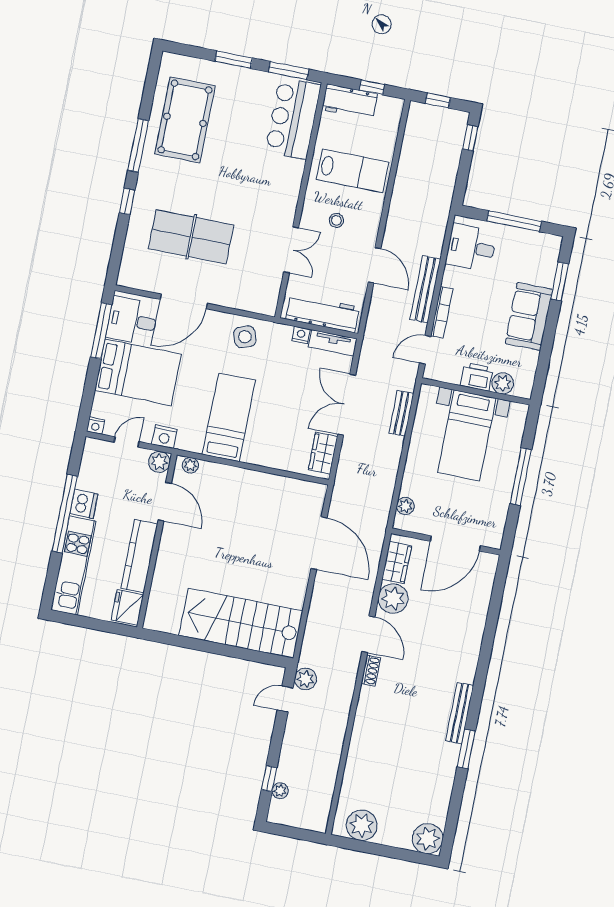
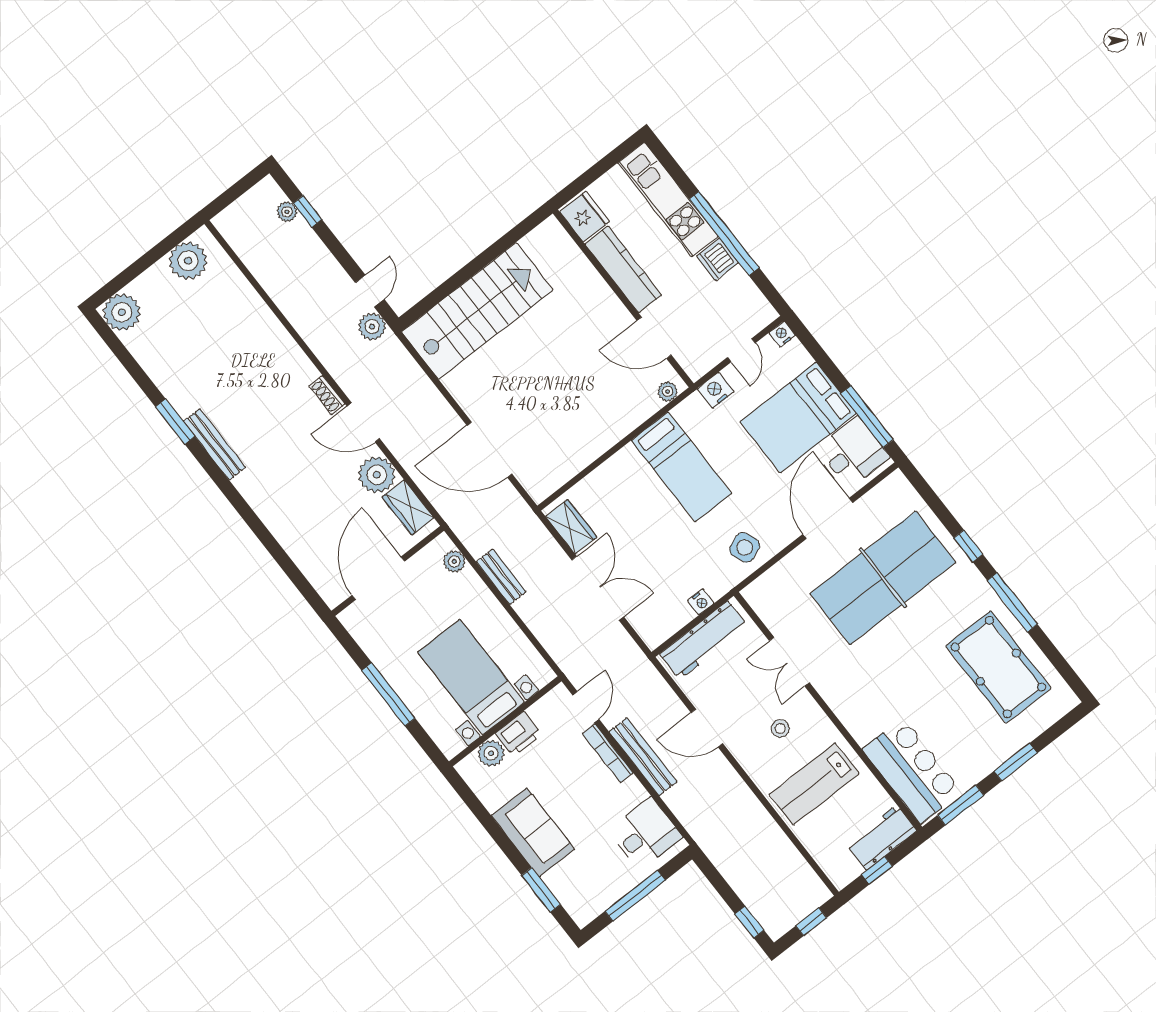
table tennis table: (191, 237) -> (883, 578), width x1.36, depth x1.32
tv unit: (333, 343) -> (668, 626), removed
bench: (401, 413) -> (501, 577), moved
plant: (159, 462) -> (696, 365), removed

